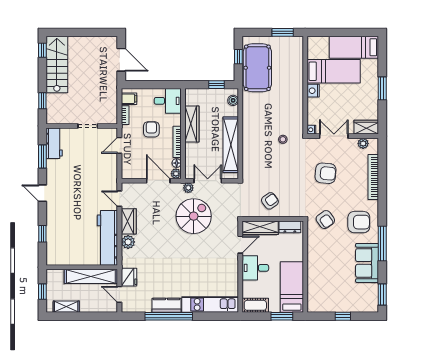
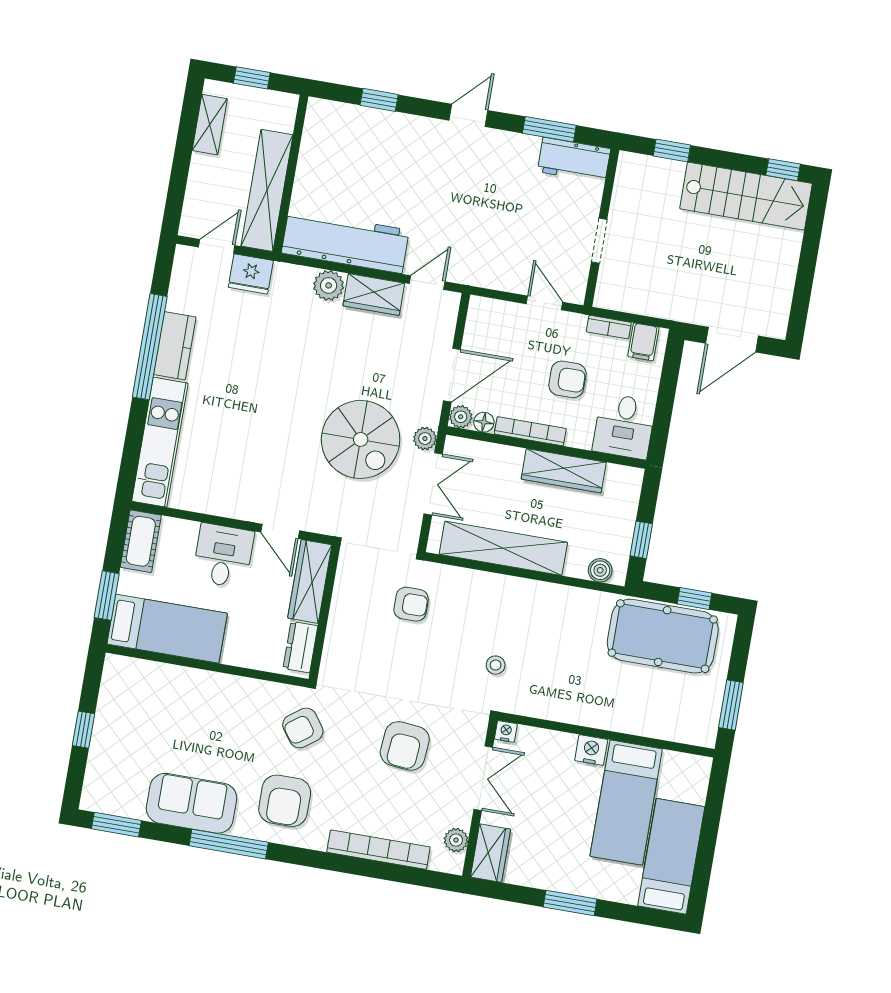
armchair: (270, 201) -> (411, 604), moved, turned -54

